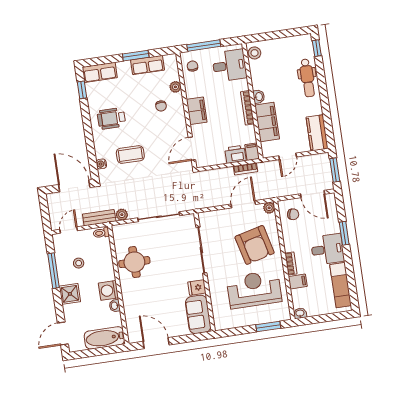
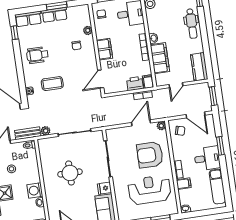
row of seats: (147, 65) -> (54, 15), moved
armchair: (255, 245) -> (150, 155), turned 104
round table: (134, 262) -> (70, 173), moved

